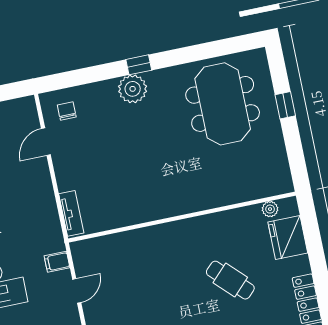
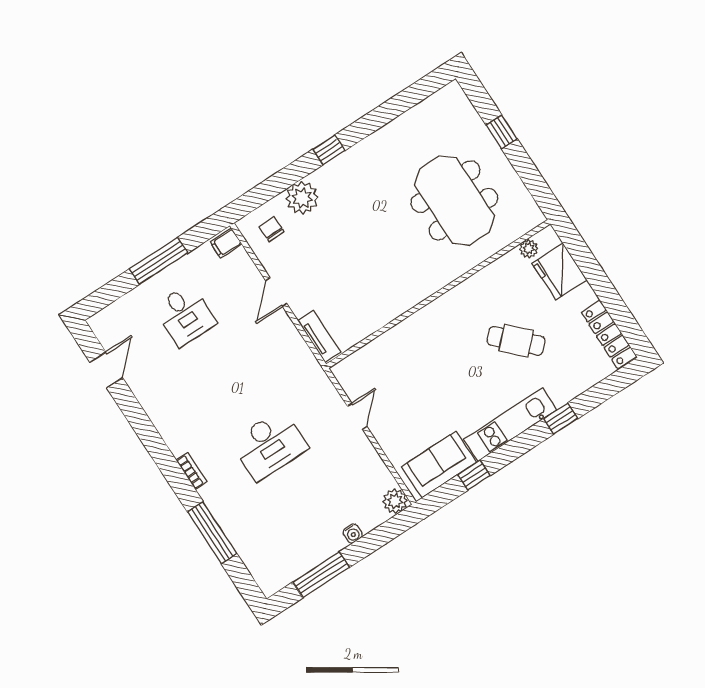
plant: (133, 89) -> (302, 198), moved
meeting table: (223, 104) -> (454, 200), moved
door: (46, 142) -> (276, 292), moved
filing cabinet: (57, 262) -> (226, 243), moved

